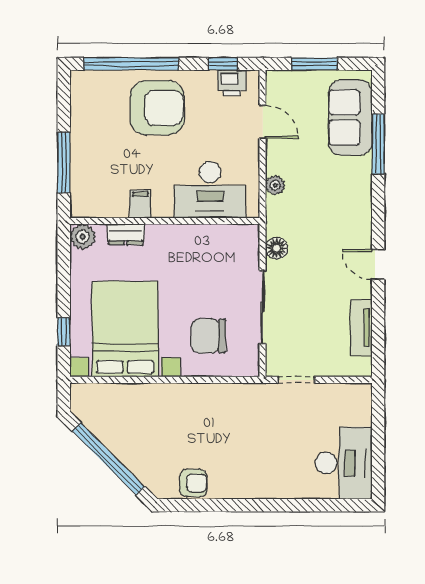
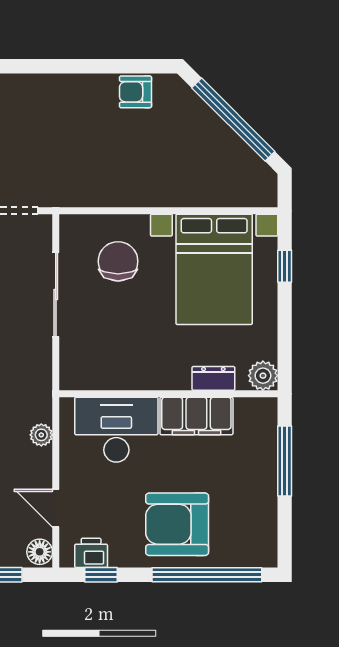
filing cabinet: (140, 204) -> (196, 416), width x3.00, depth x1.17
floor lamp: (277, 248) -> (40, 552), moved
chair: (209, 336) -> (118, 261), turned -90

